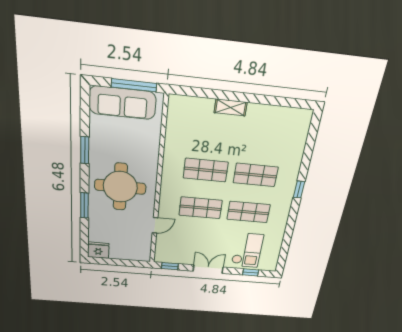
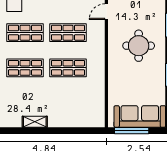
shelving: (231, 107) -> (35, 122), moved
round table: (120, 187) -> (139, 46), width x0.73, depth x0.73

